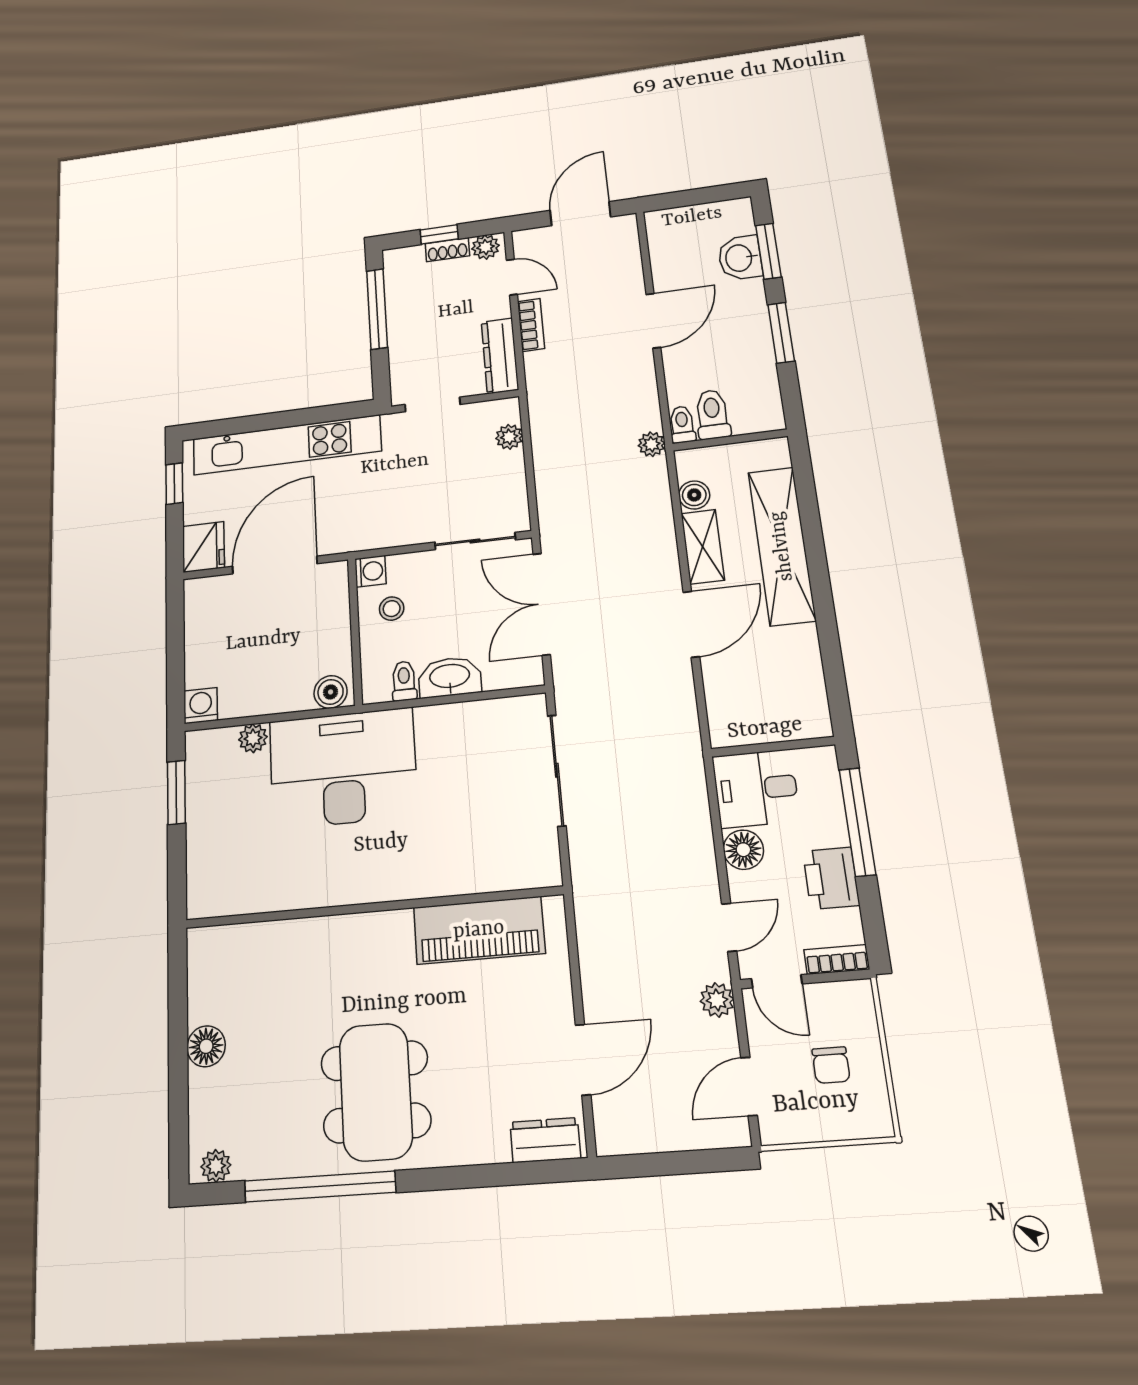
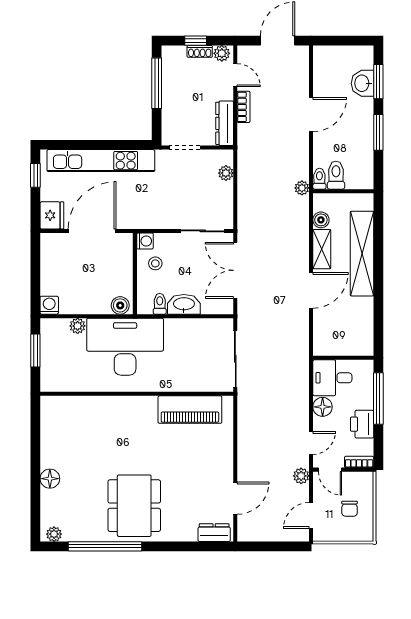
wall: (372, 907) -> (137, 394), moved
piano: (479, 930) -> (190, 410), moved

